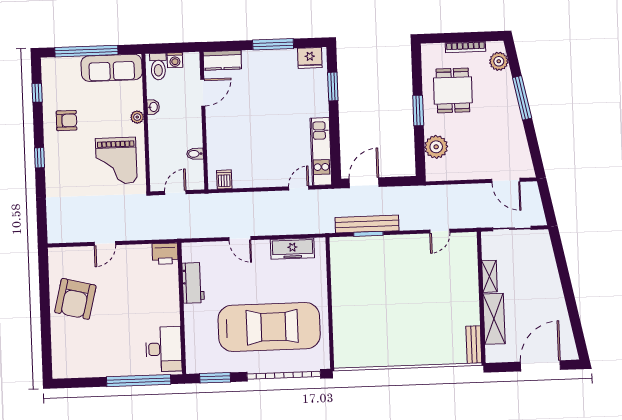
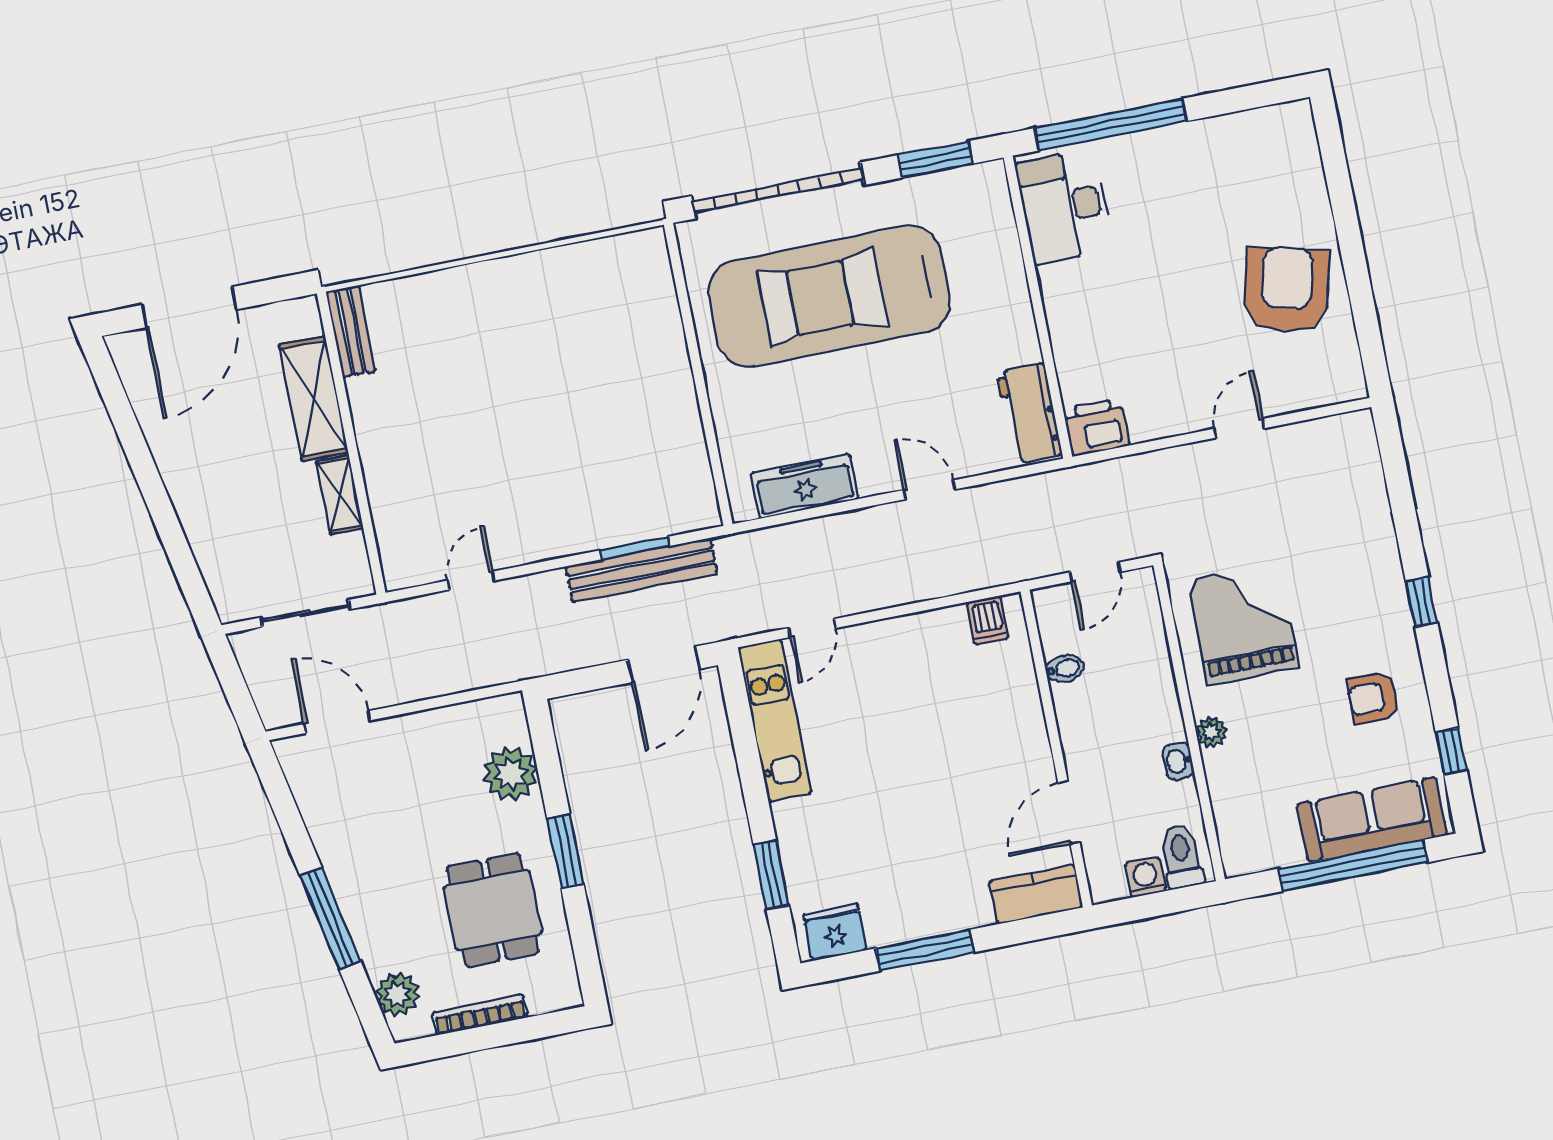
sofa: (112, 68) -> (1372, 820), moved
workbench: (193, 283) -> (1029, 413), moved

